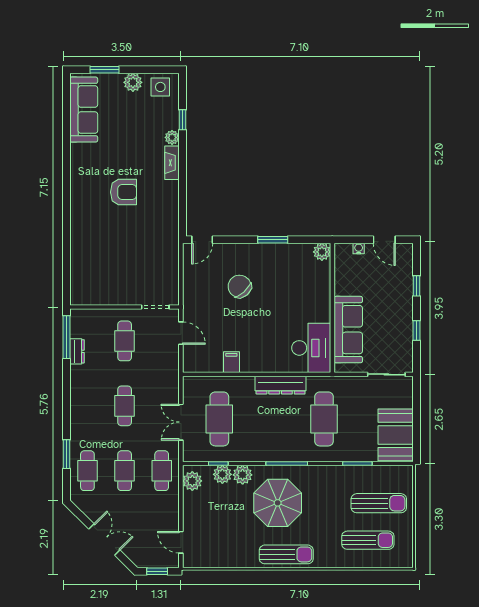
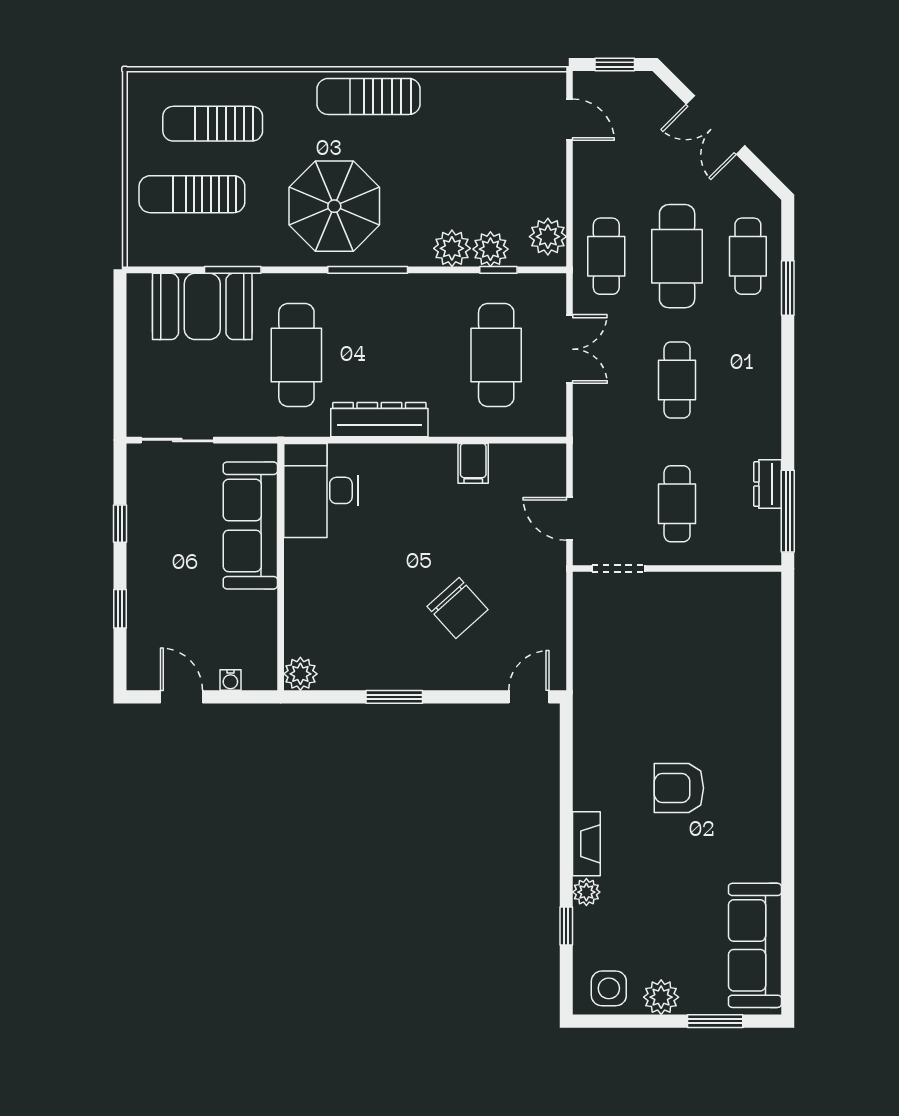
booth: (396, 435) -> (202, 306), moved, turned 90
cafe table: (125, 471) -> (677, 256), width x1.37, depth x1.35
parasol: (278, 503) -> (334, 206), moved

